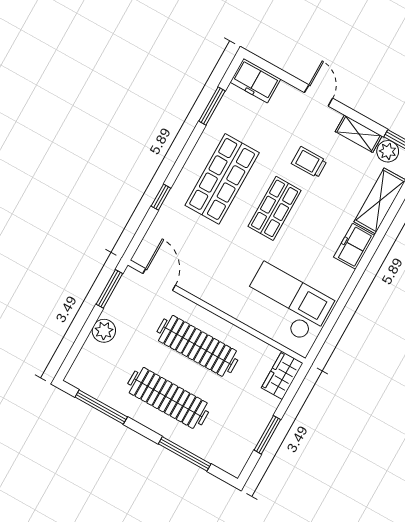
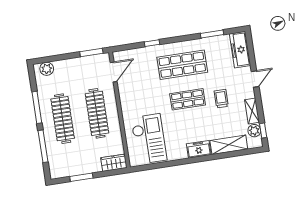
freezer: (255, 81) -> (240, 50), width x1.40
plant: (104, 331) -> (47, 69), moved
window: (101, 407) -> (37, 107), moved

